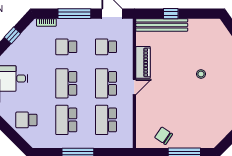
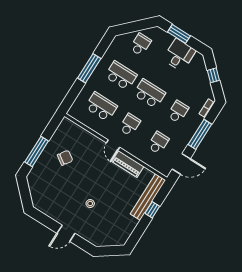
school desk: (106, 83) -> (130, 125), width x0.54
chair: (164, 136) -> (65, 158), moved

